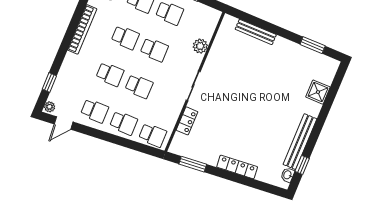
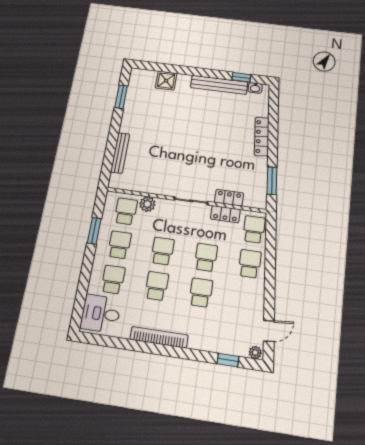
school desk: (95, 111) -> (126, 211), moved
locker: (173, 114) -> (225, 214), added
door: (64, 123) -> (269, 331), hinge flipped

